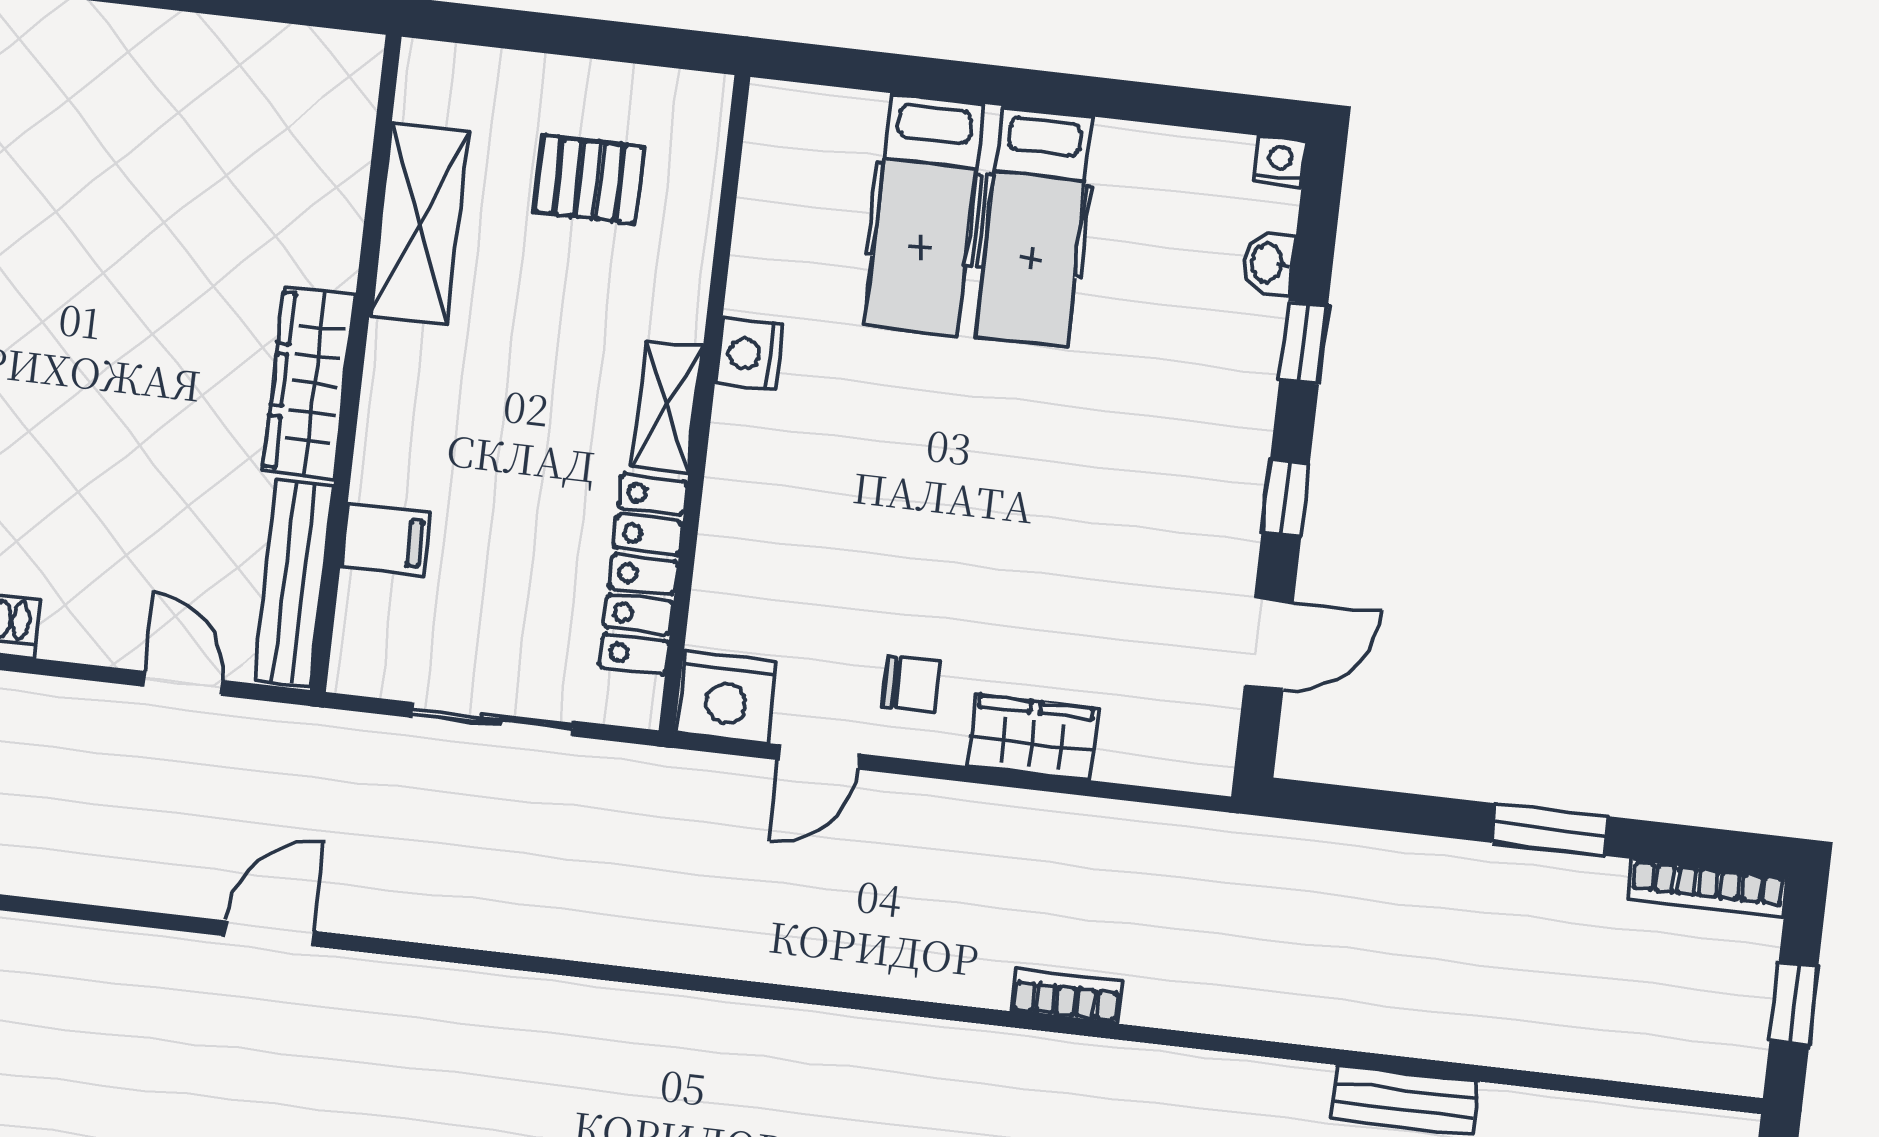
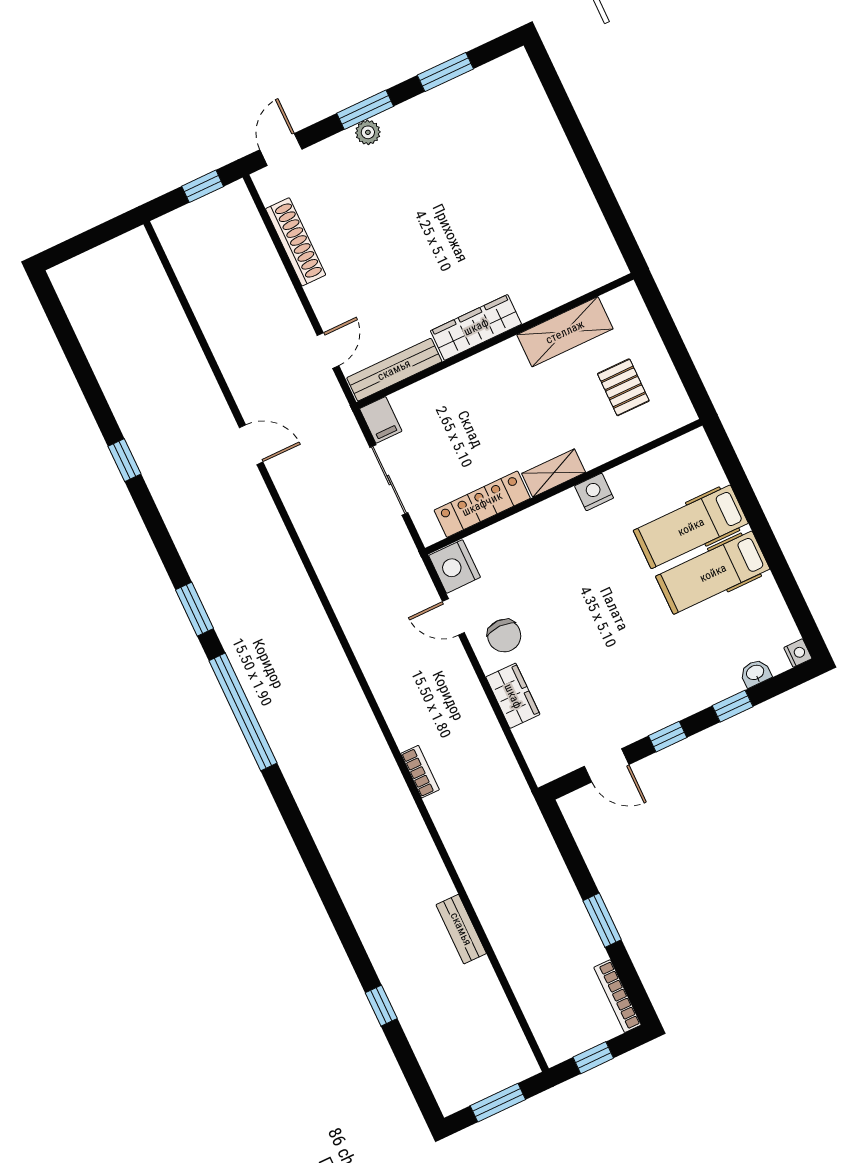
filing cabinet: (386, 540) -> (381, 420), moved
chair: (911, 684) -> (504, 636), width x1.37, depth x1.37

